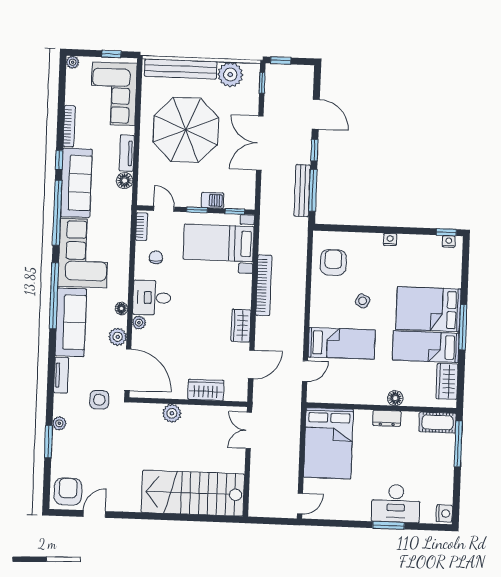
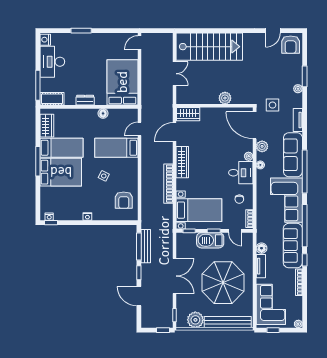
barbecue: (213, 200) -> (210, 240), width x1.88, depth x1.53
wardrobe: (241, 325) -> (182, 162), width x1.50
wardrobe: (206, 390) -> (188, 114), moved
floor lamp: (395, 398) -> (103, 113), moved
double door: (249, 430) -> (175, 74), moved
desk: (396, 503) -> (52, 62), moved, turned -90

